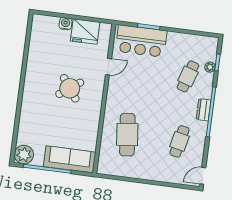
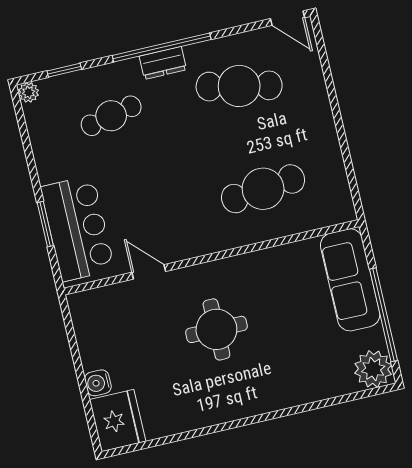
fridge: (85, 31) -> (118, 420), moved
plant: (210, 67) -> (29, 92), moved
cafe table: (188, 76) -> (111, 116), turned -30
round table: (70, 88) -> (216, 329), turned 36
cafe table: (179, 141) -> (239, 86), width x1.37, depth x1.35

